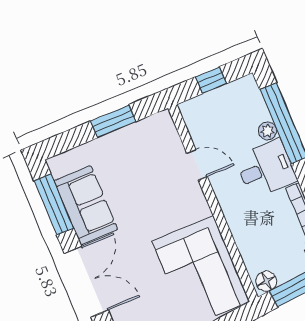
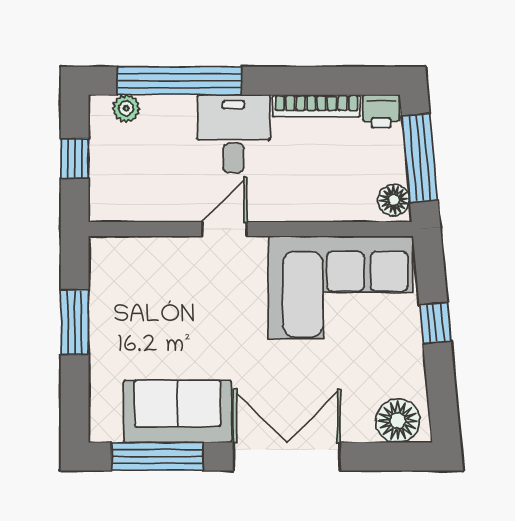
plant: (268, 131) -> (126, 108), moved
door: (197, 165) -> (224, 229), moved

